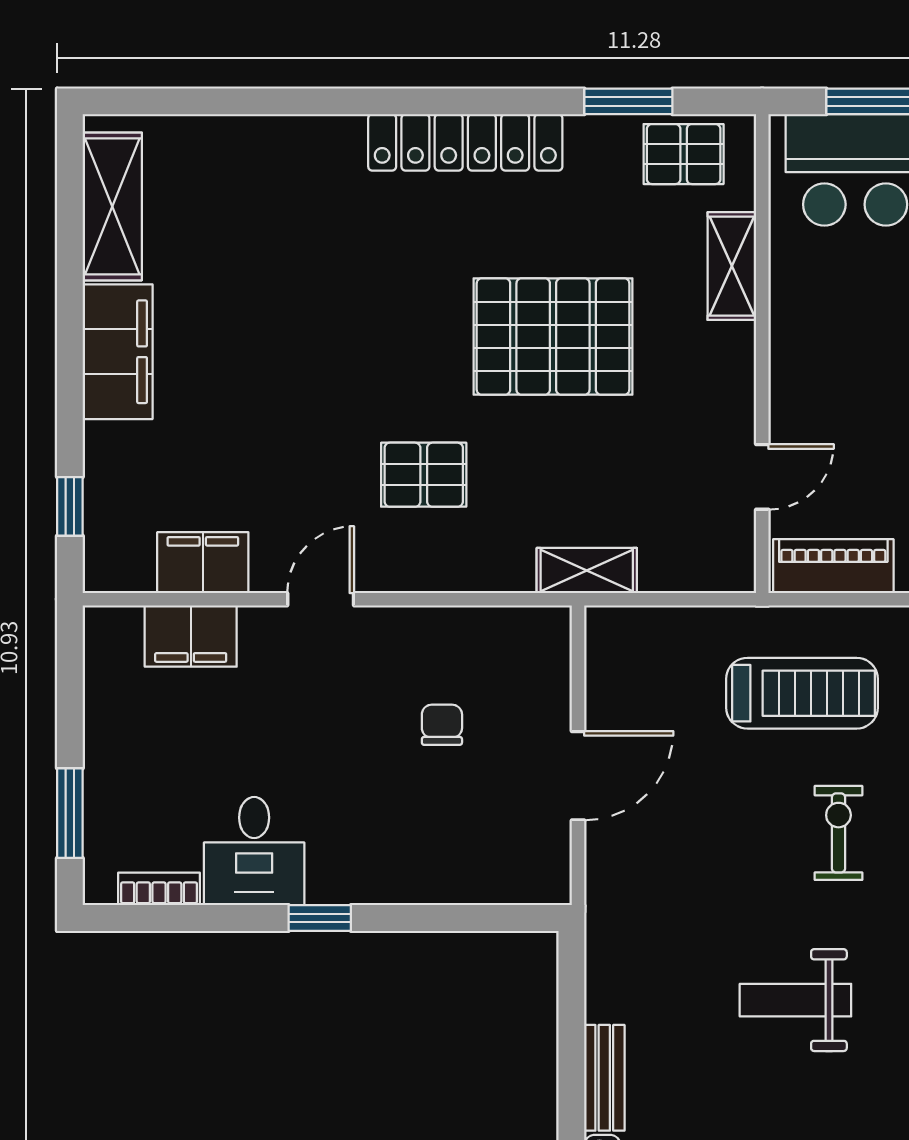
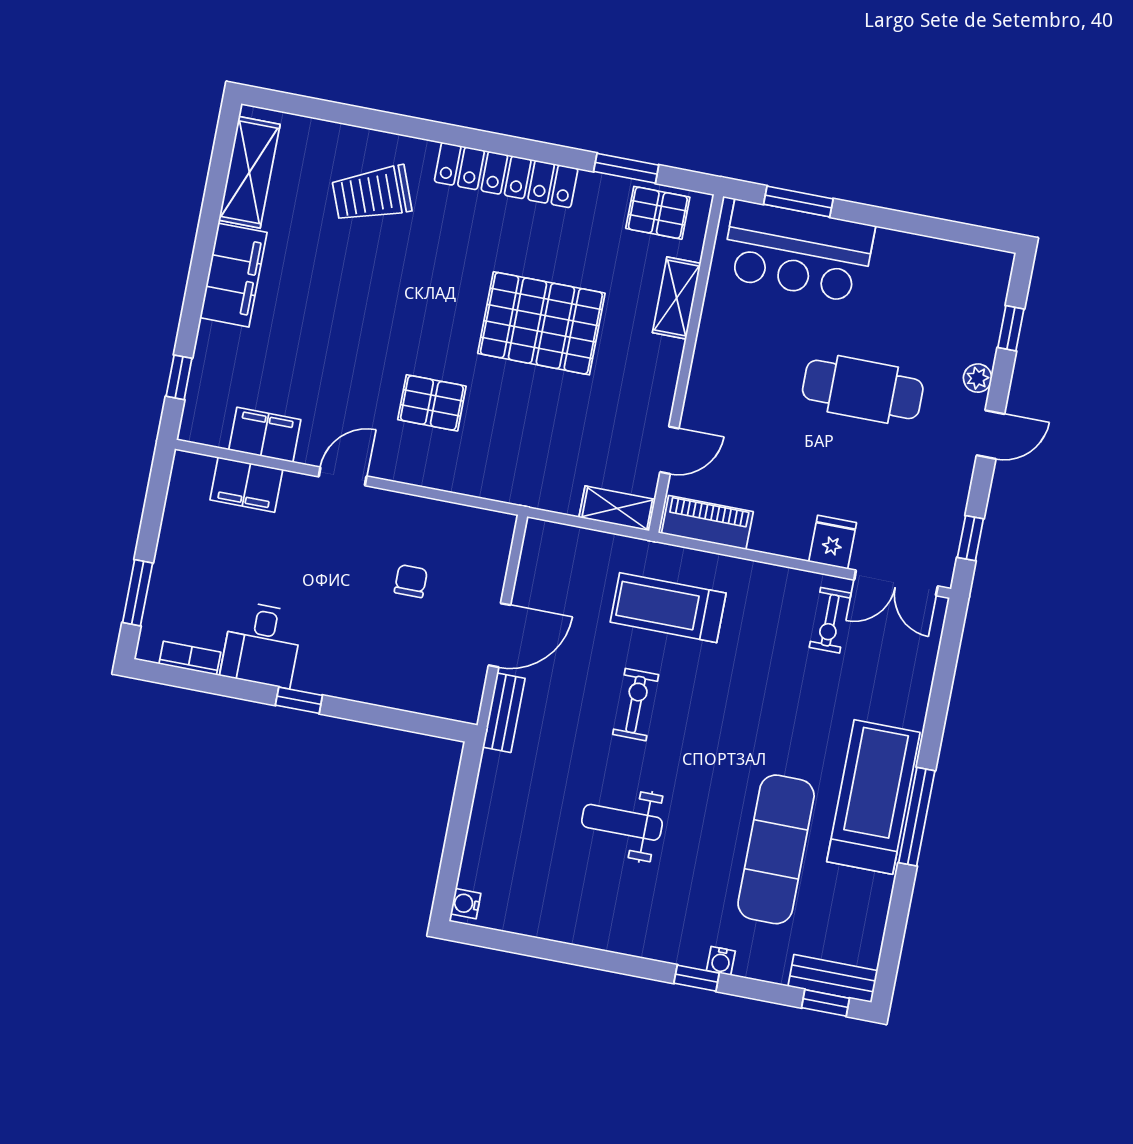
trolley: (286, 204) -> (372, 194), added
shelving: (587, 571) -> (617, 508), moved
treadmill: (802, 693) -> (668, 608), turned 180
exercise bike: (838, 833) -> (636, 705), moved
bench: (604, 1078) -> (504, 713), moved

